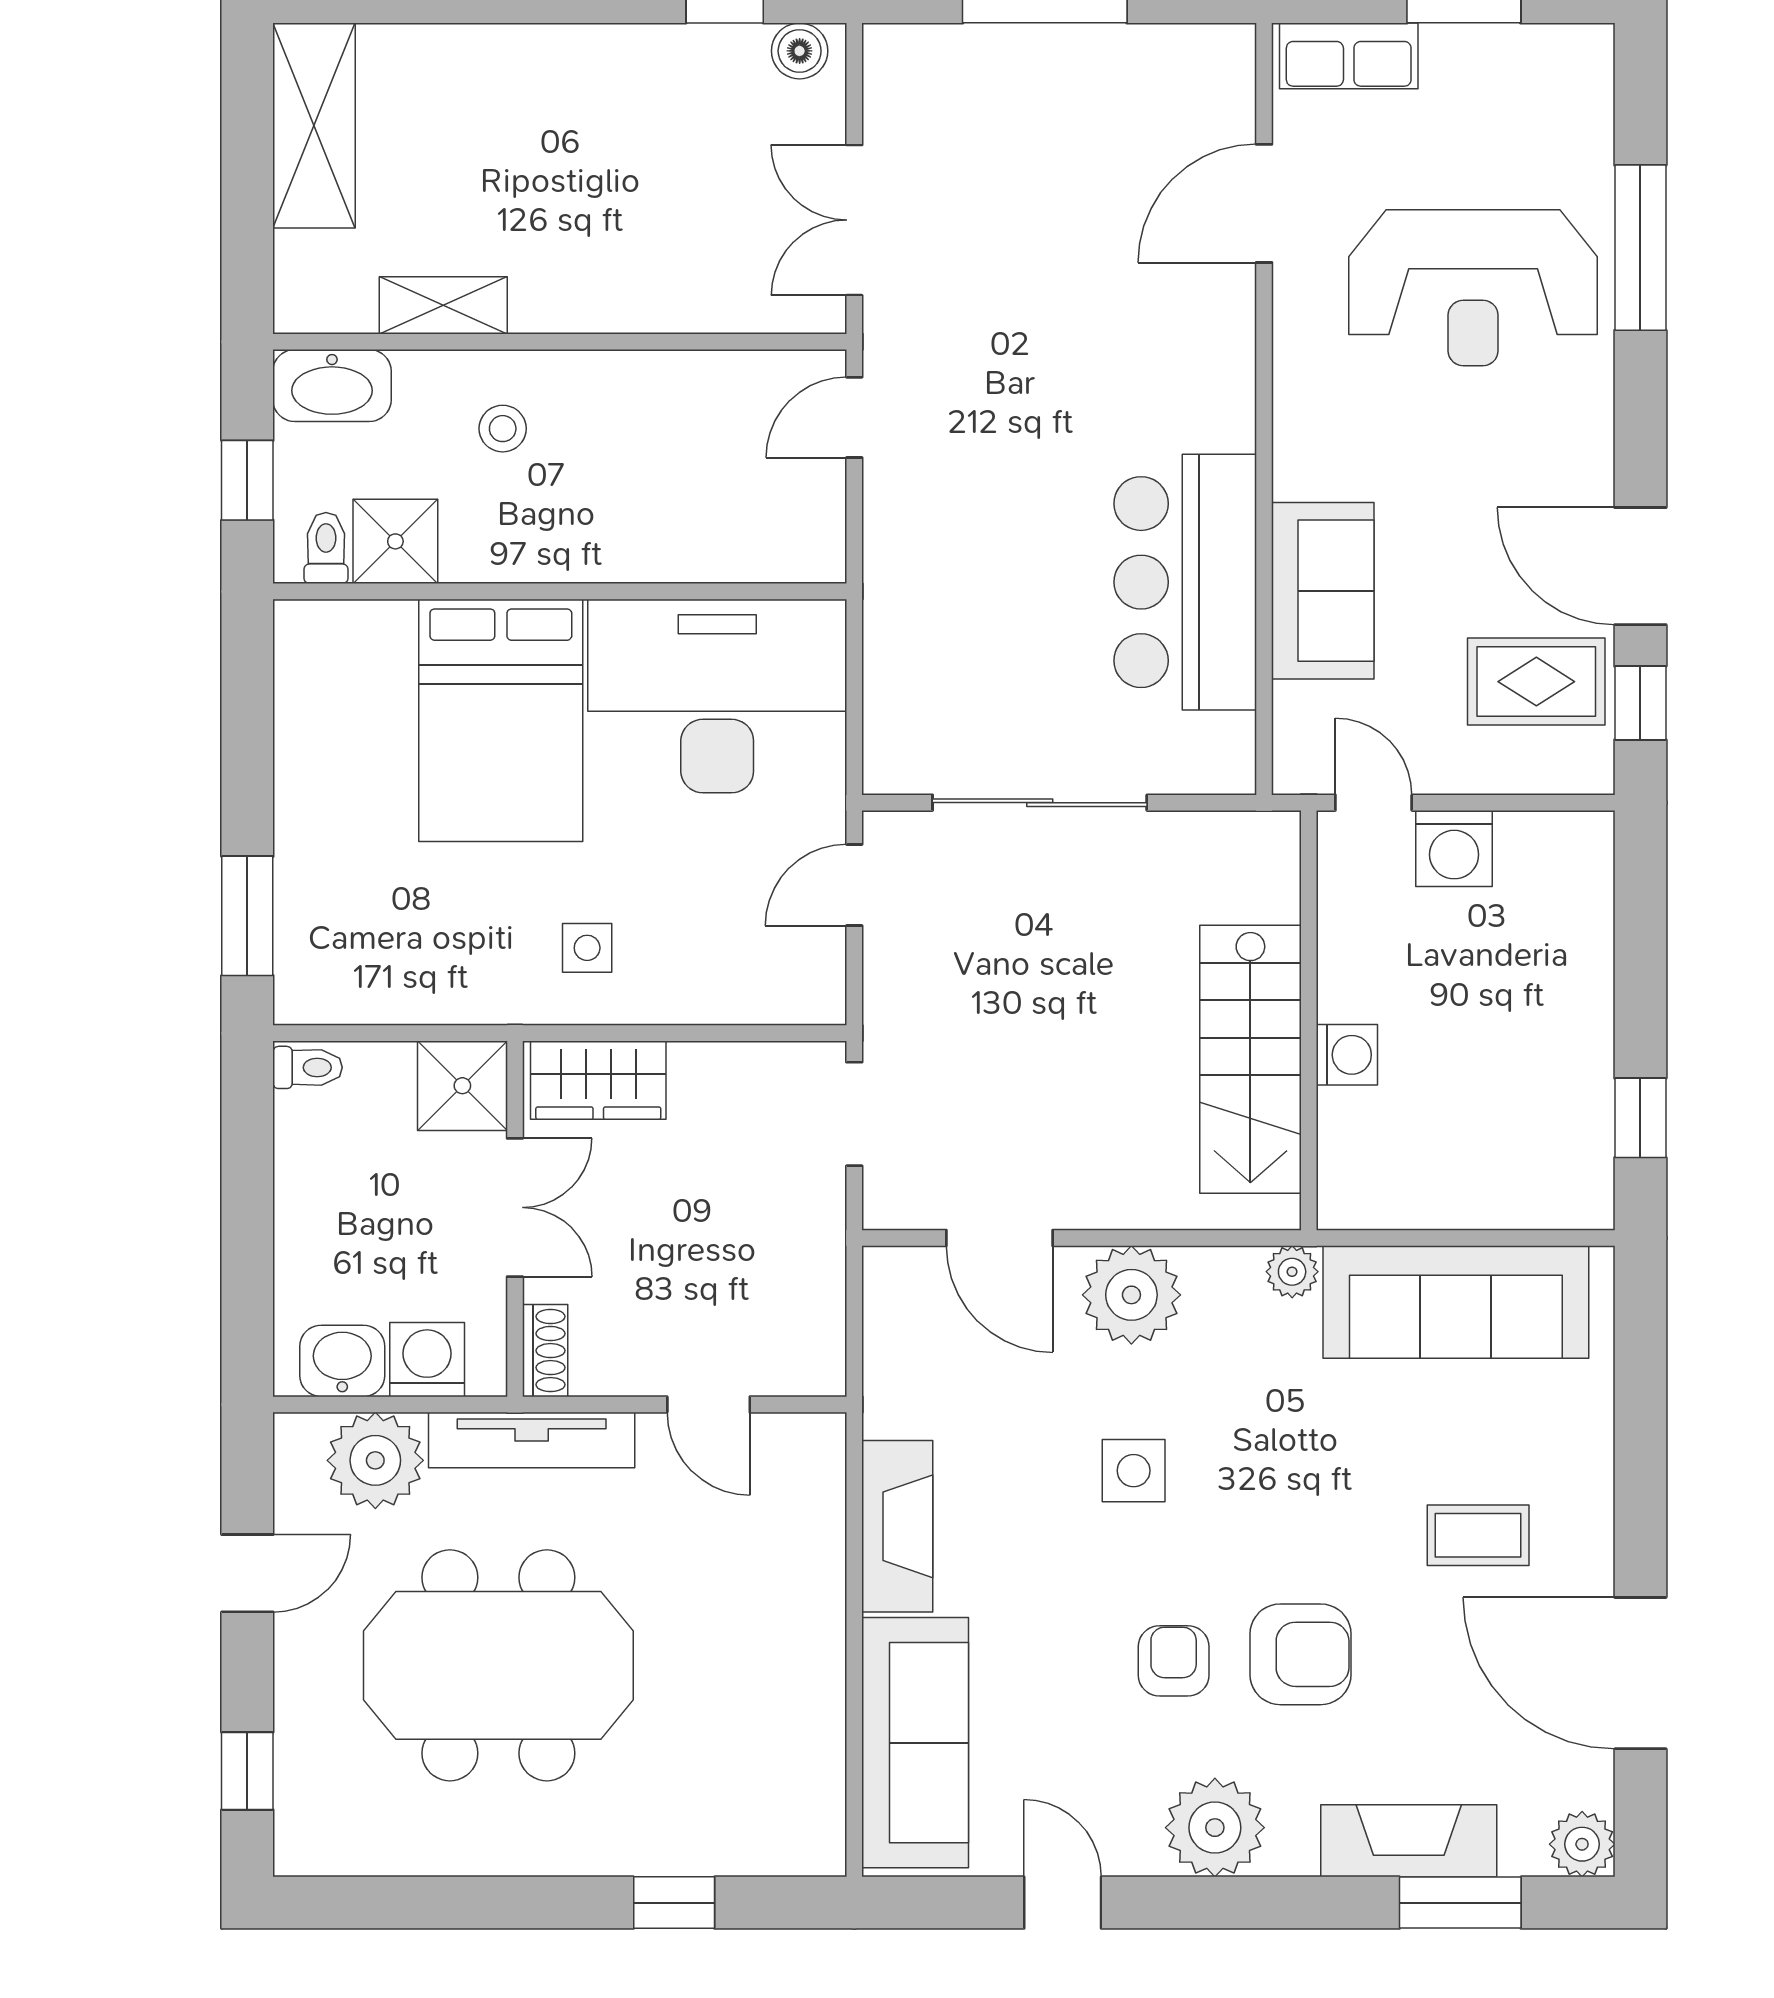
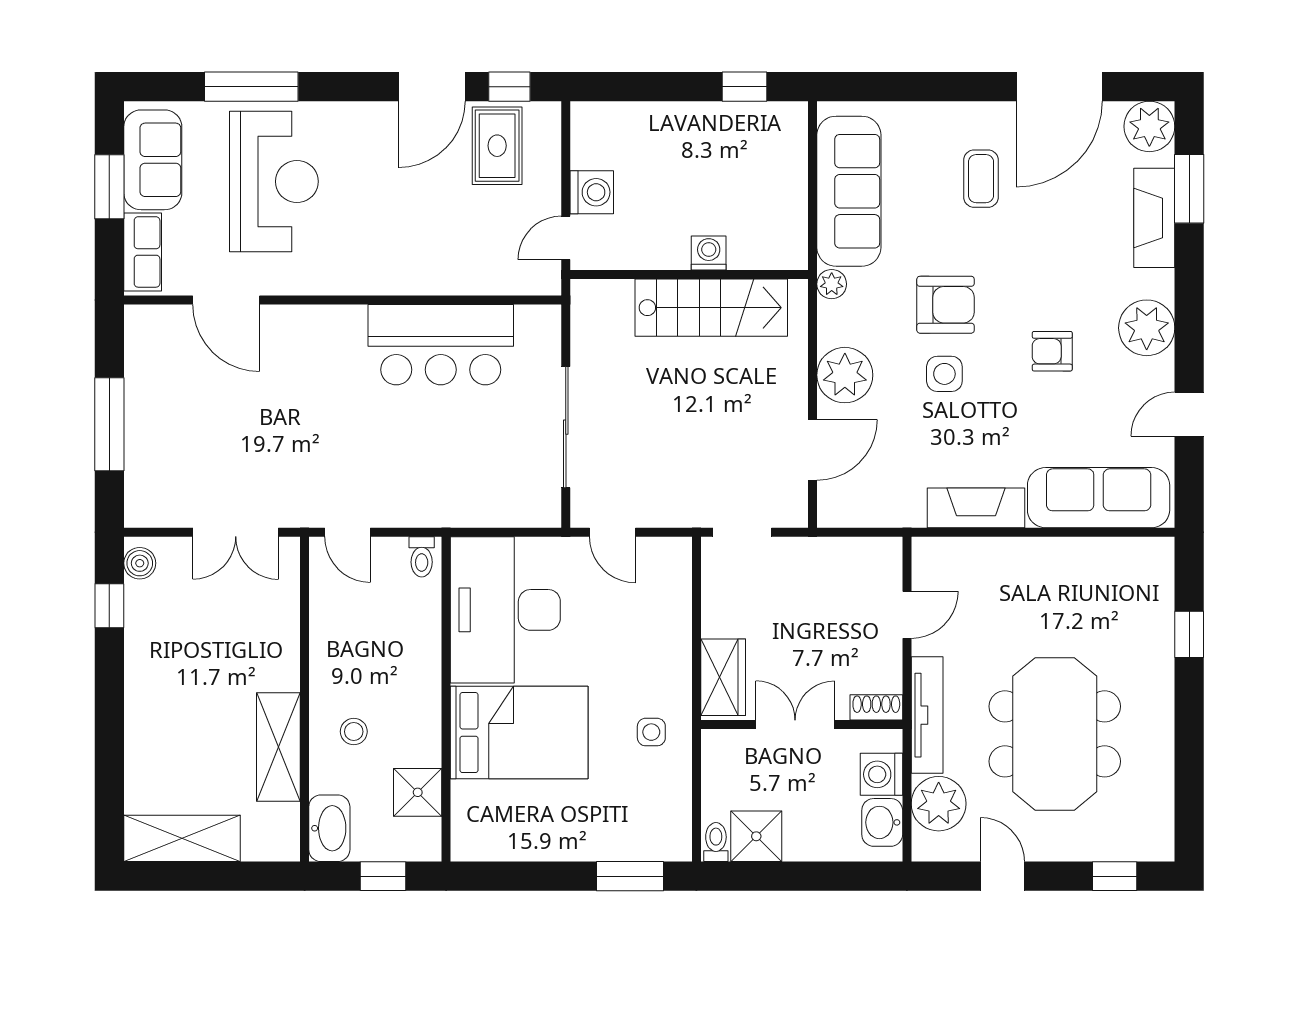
shelving: (443, 305) -> (278, 747), width x1.50, depth x1.33
toilet: (326, 548) -> (422, 557), moved, turned -90
sofa: (1323, 591) -> (153, 160), moved, turned 90
side table: (587, 948) -> (651, 732), moved
shower: (462, 1086) -> (756, 836), moved
armchair: (1300, 1654) -> (946, 305), moved, turned 90
plant: (1582, 1844) -> (1149, 126), width x1.36, depth x1.36

